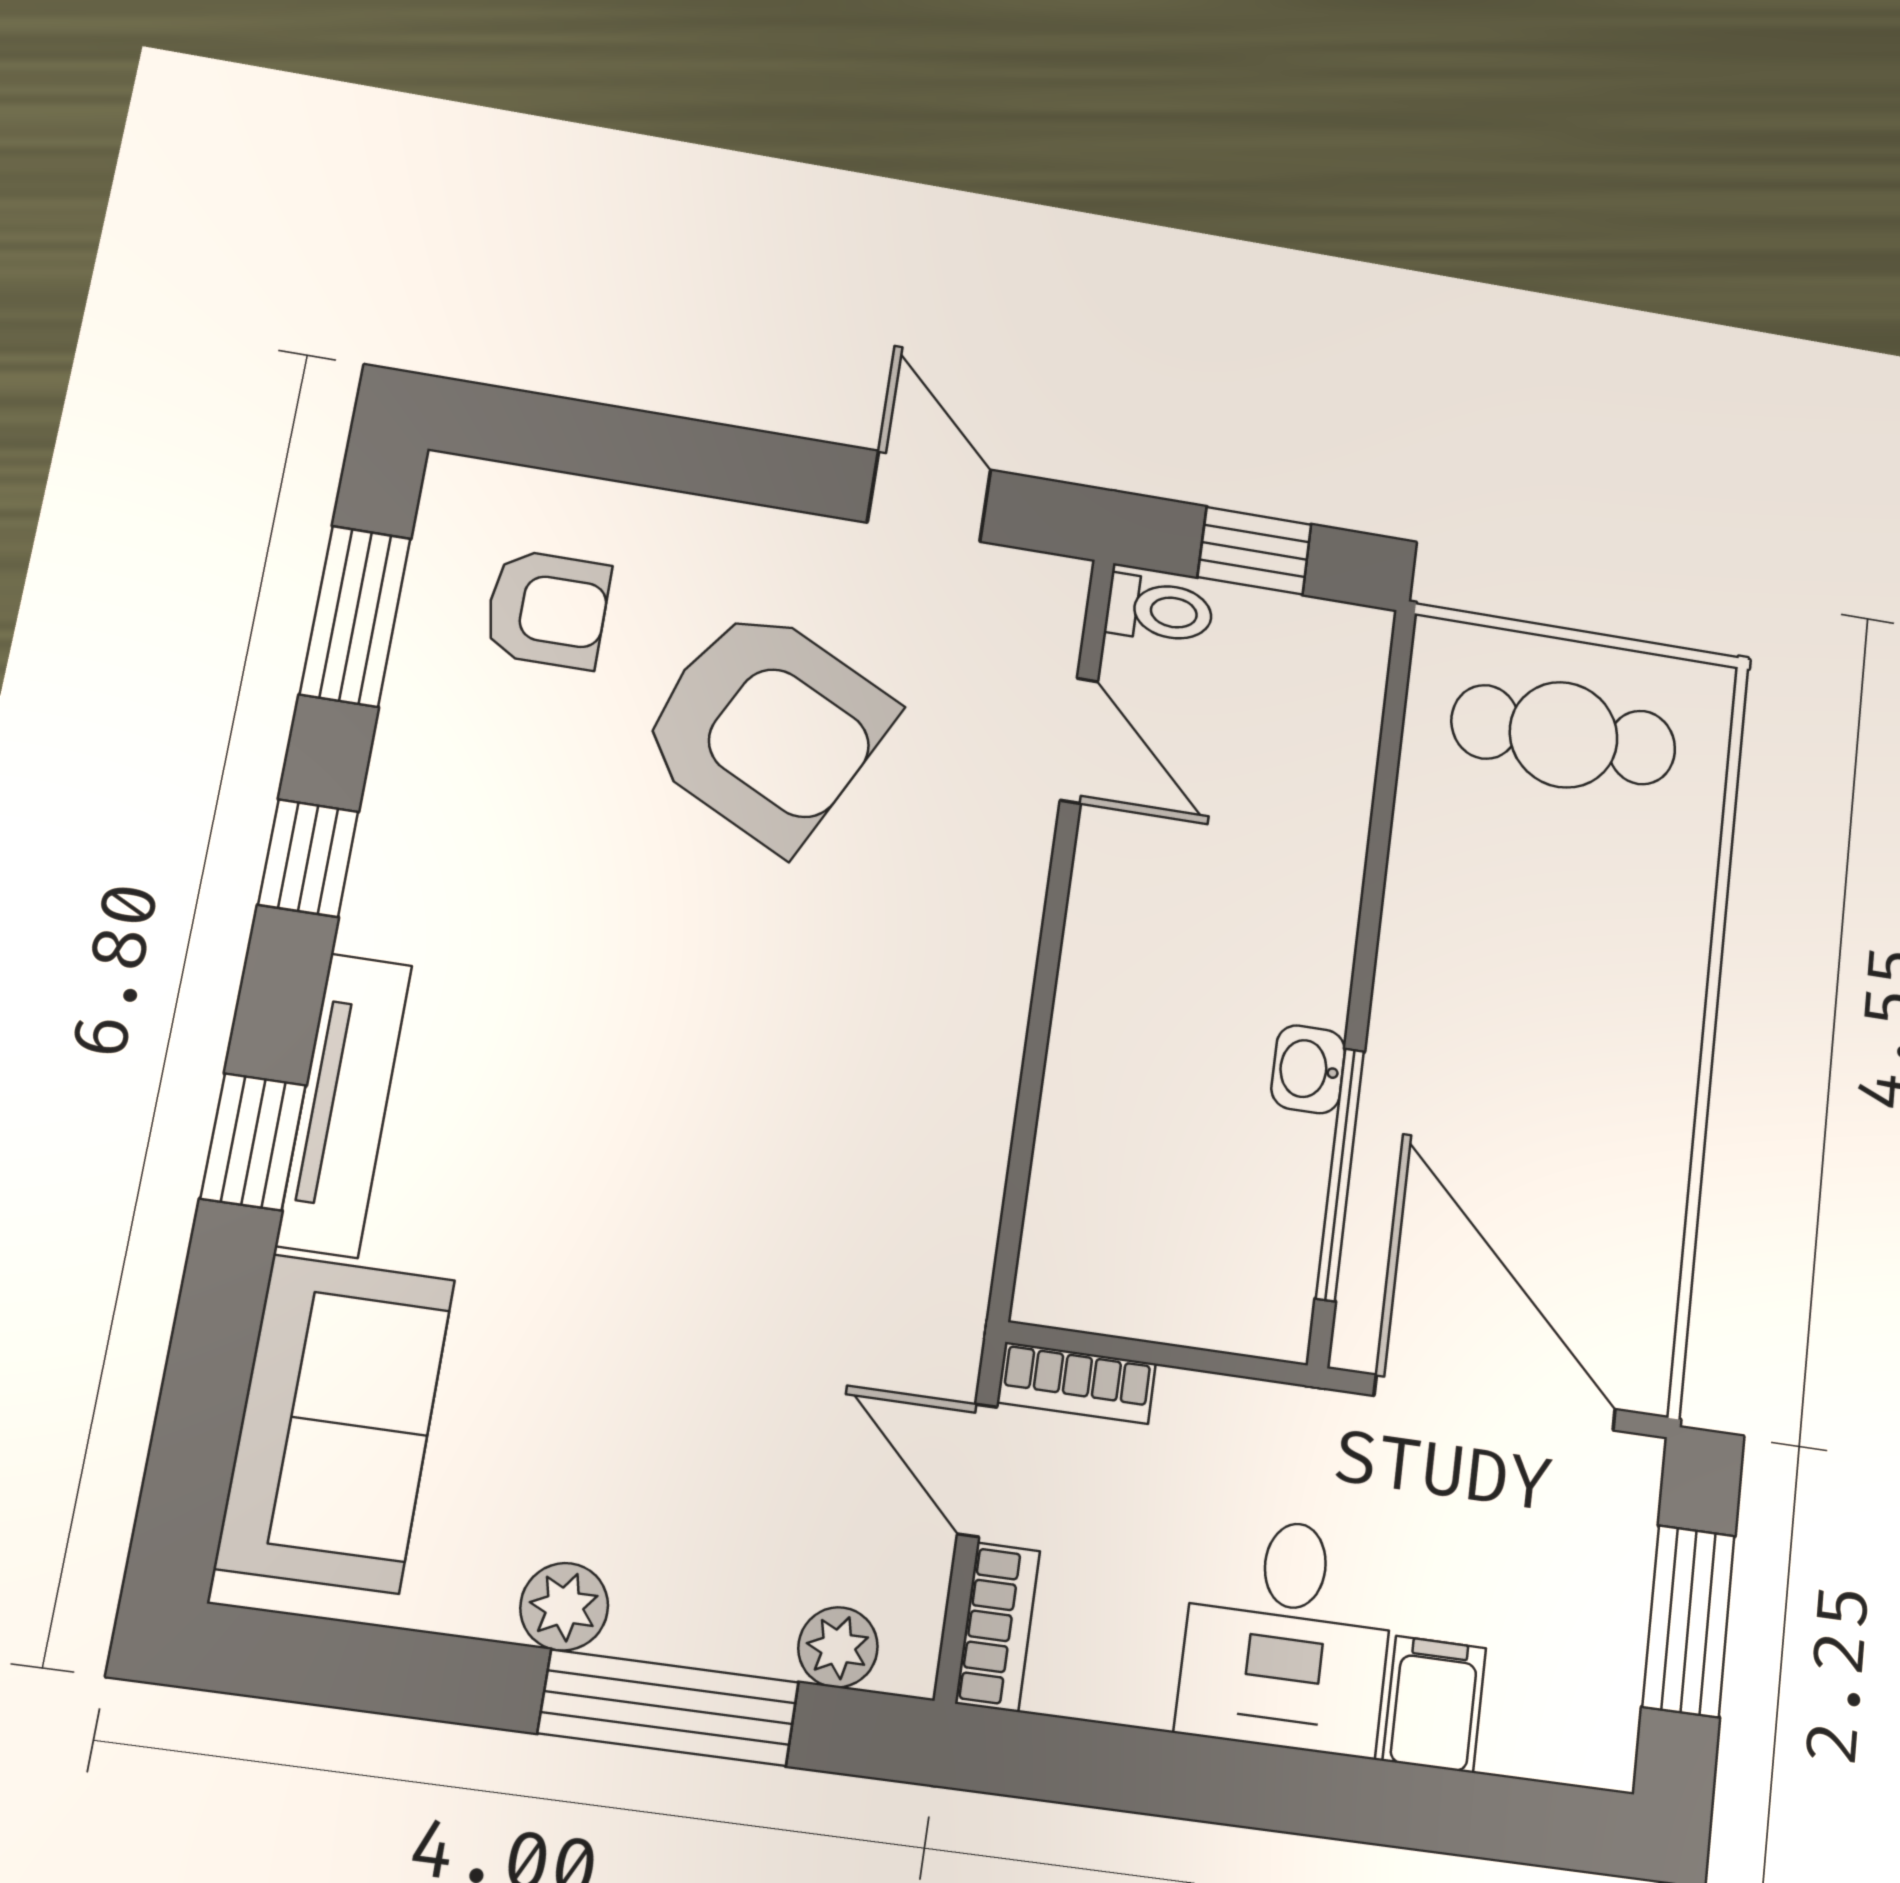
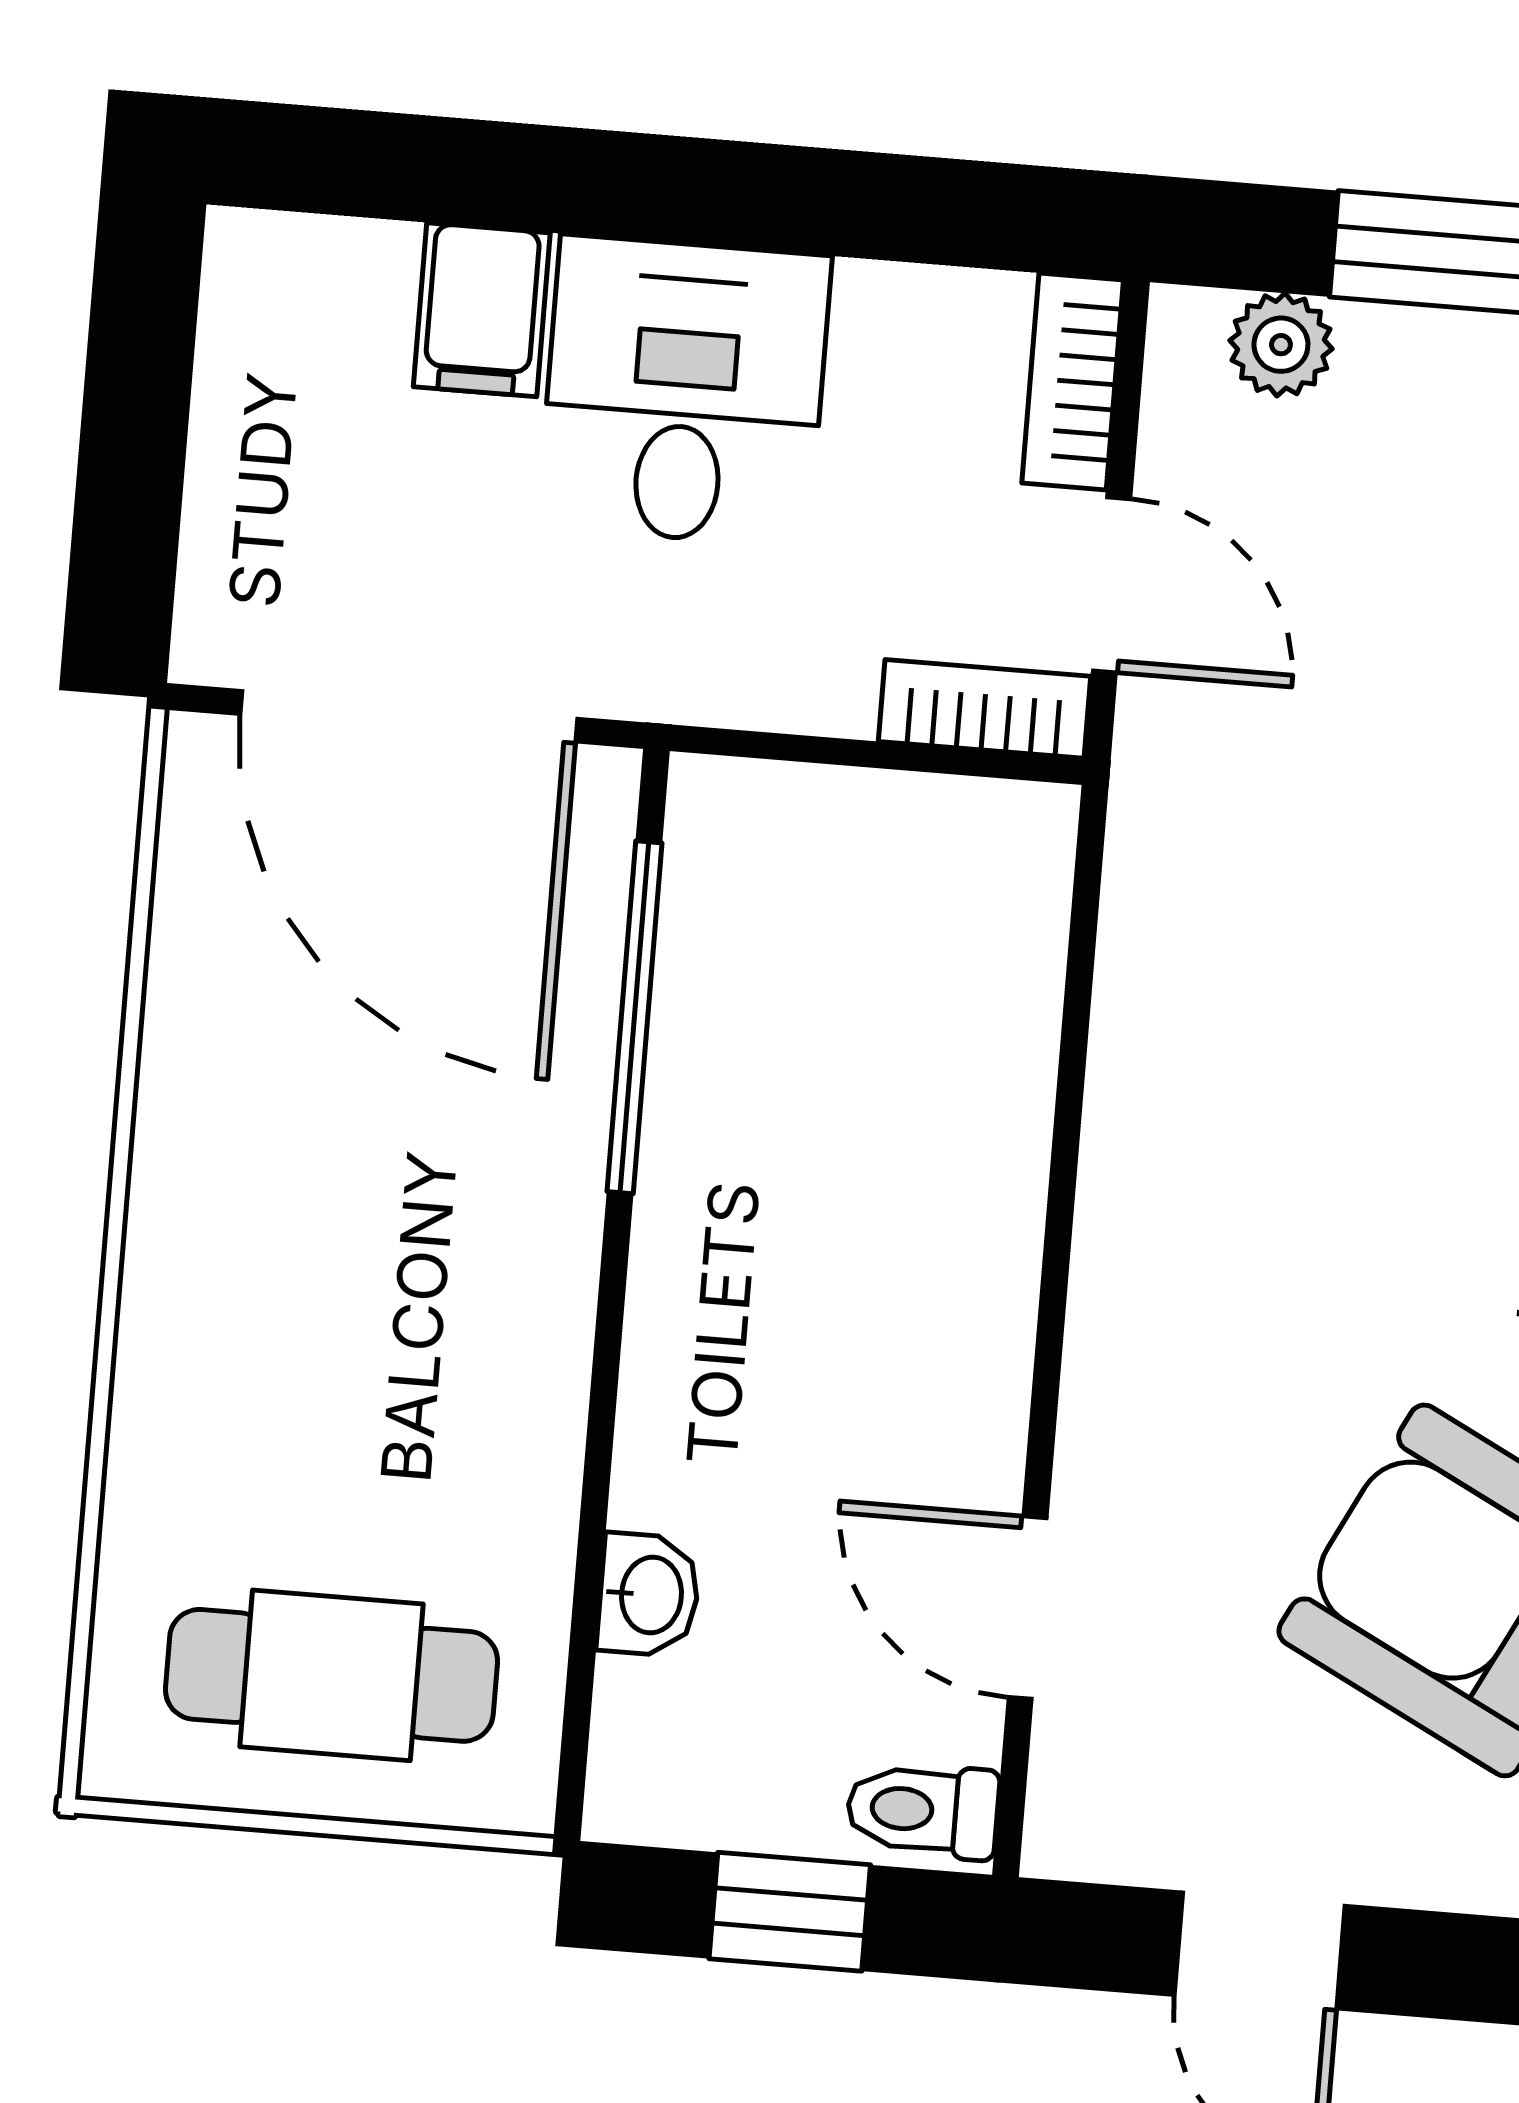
washbasin: (1308, 1069) -> (649, 1595), moved
window: (1689, 1621) -> (134, 437), removed

